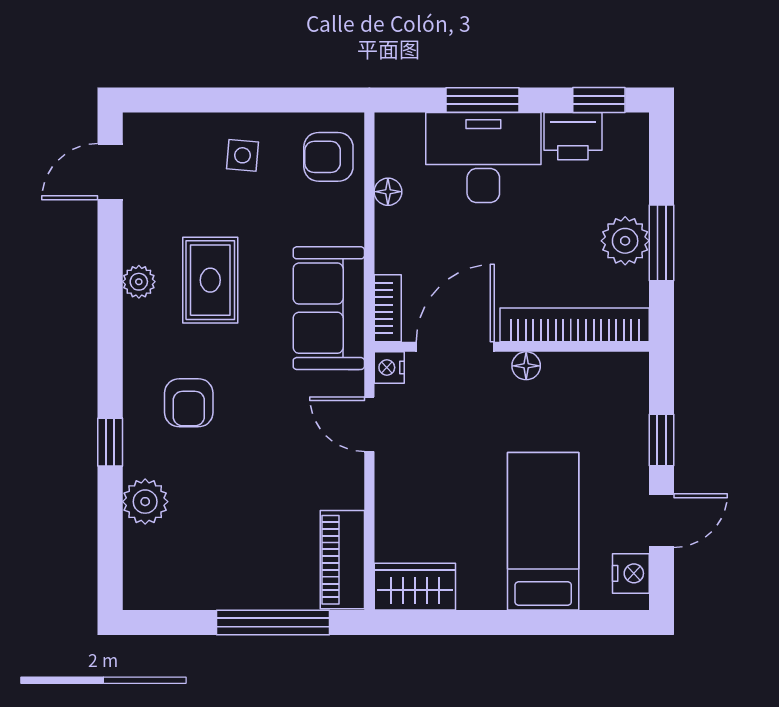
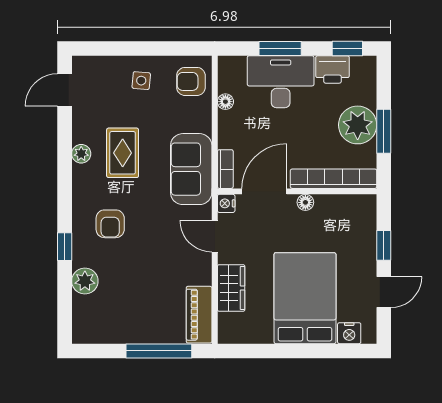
plant: (625, 241) -> (358, 125), width x1.36, depth x1.36
bed: (543, 531) -> (305, 298), width x1.50
nightstand: (631, 573) -> (349, 333), moved, turned 90
wardrobe: (415, 587) -> (231, 288), moved, turned 90

